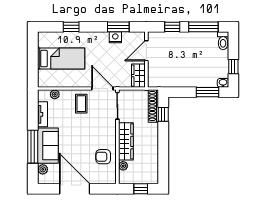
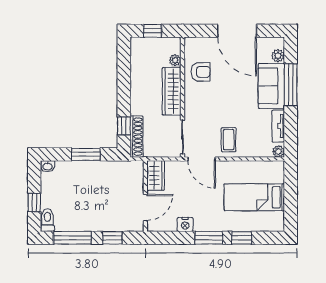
window: (118, 27) -> (209, 238), moved
window: (233, 67) -> (34, 202), moved
window: (208, 92) -> (86, 154), moved
plant: (55, 94) -> (278, 151), moved

